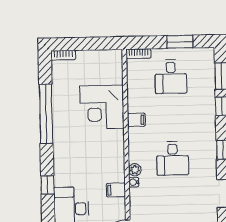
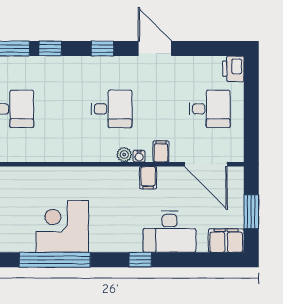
corner desk: (102, 107) -> (62, 226), moved, turned 180
filing cabinet: (136, 120) -> (161, 151), moved

